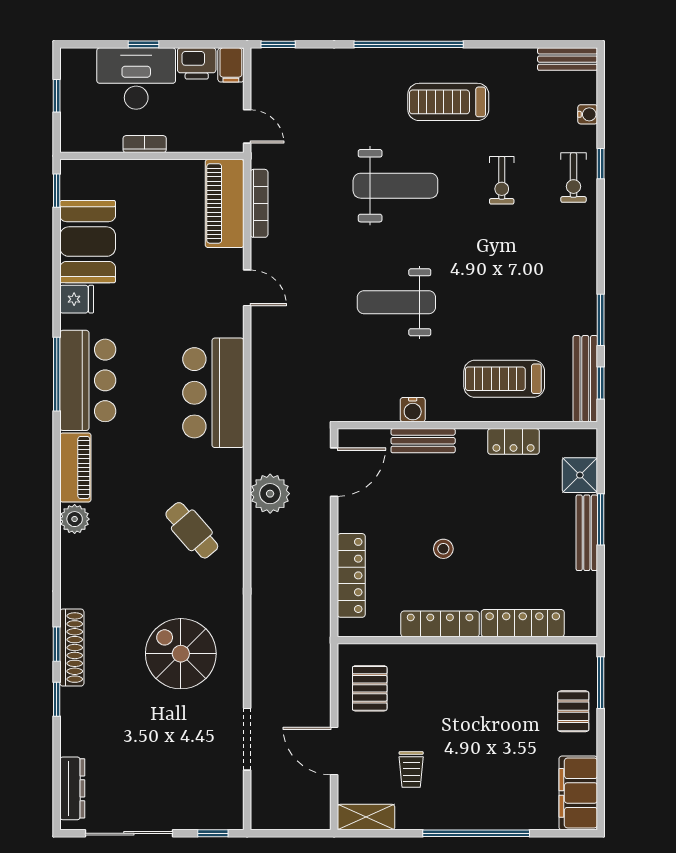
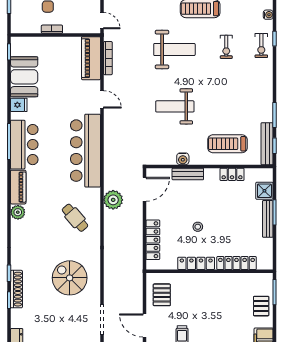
bar counter: (213, 393) -> (85, 151), width x1.36
shoe rack: (72, 648) -> (16, 289), moved

